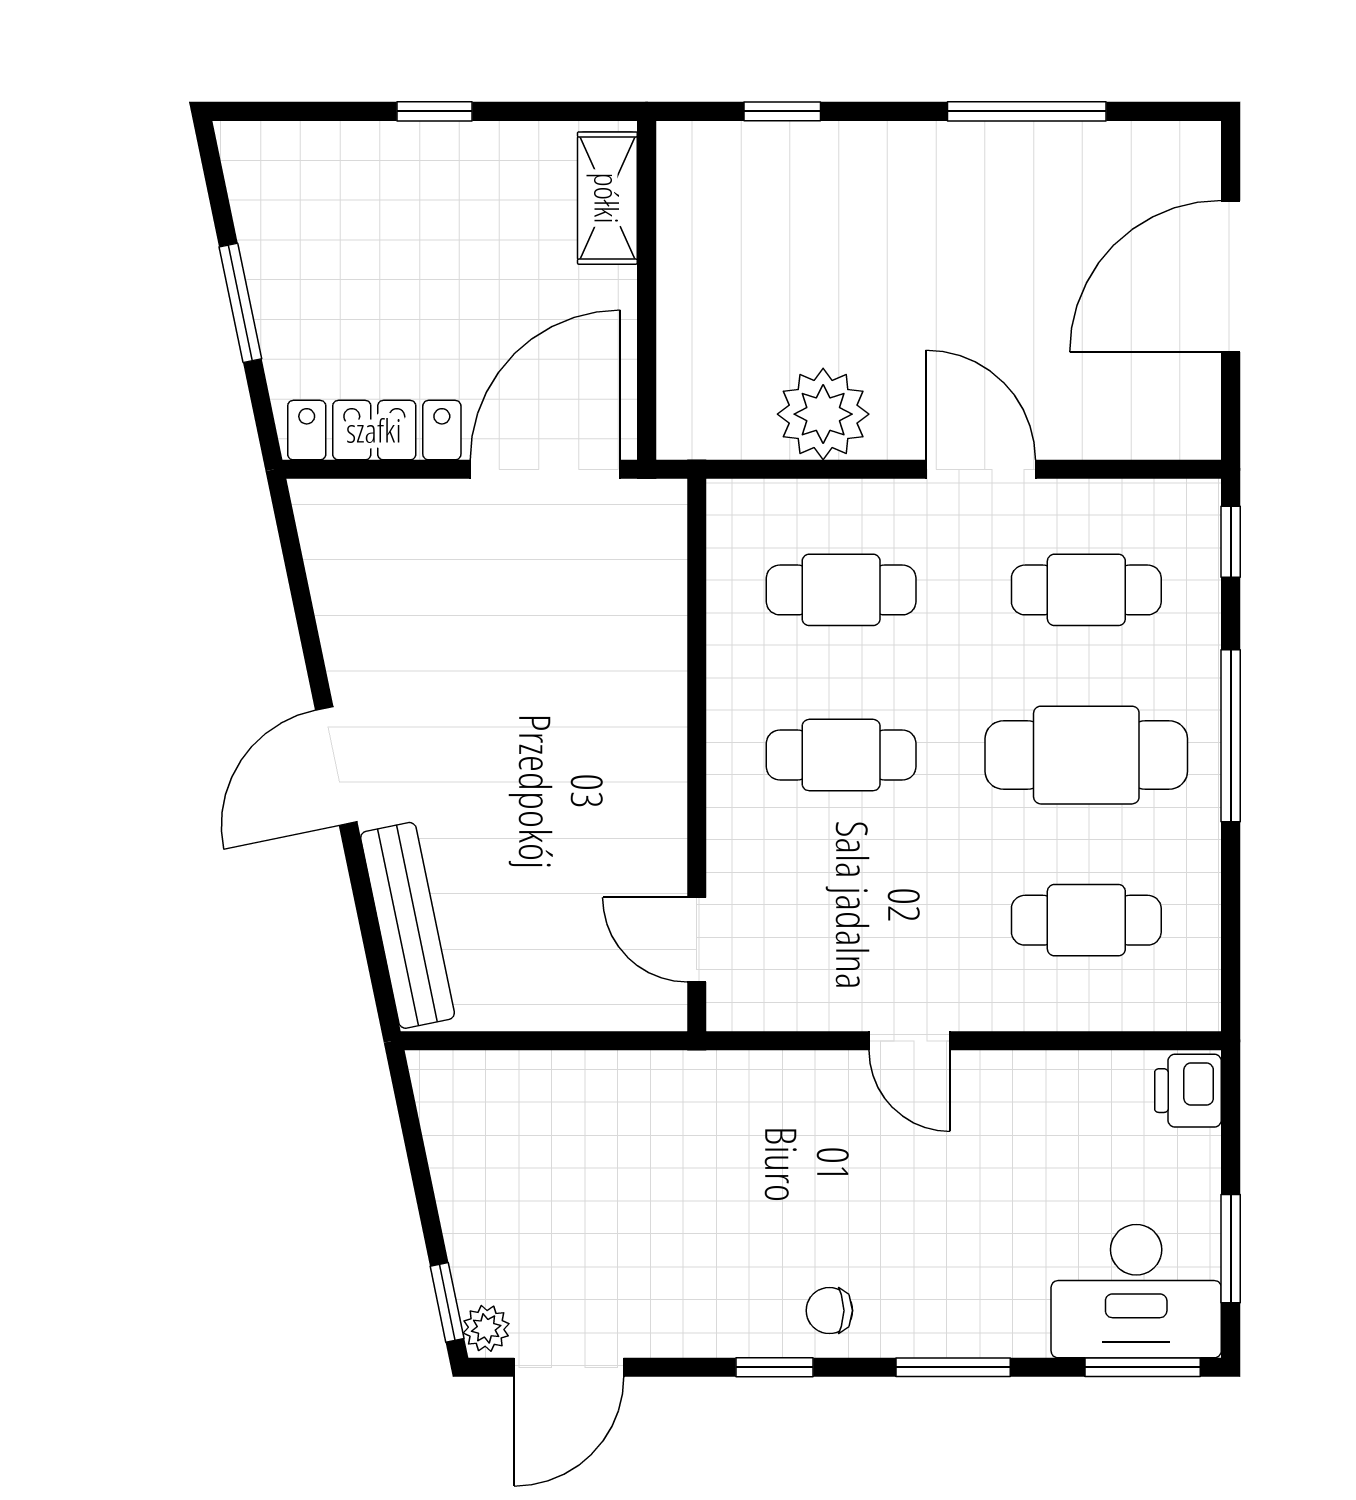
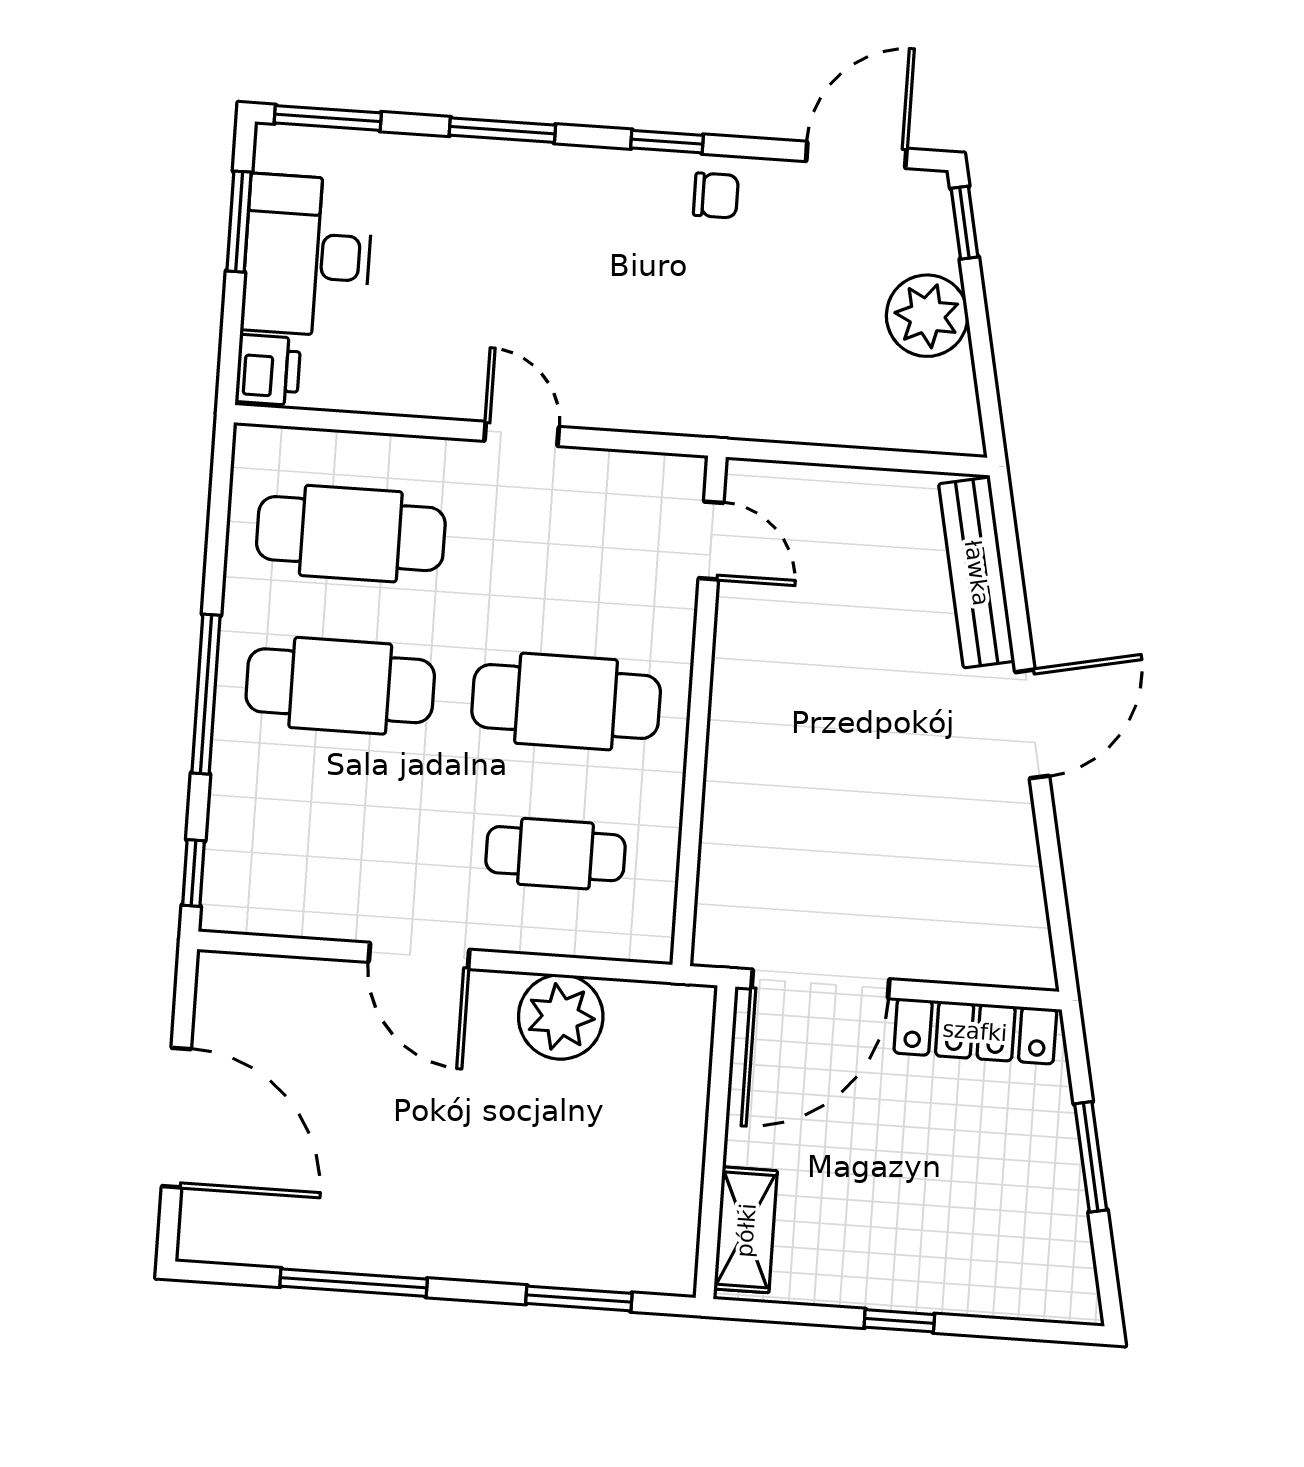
window: (782, 111) -> (579, 1298), width x1.50
door: (1231, 276) -> (176, 1118), hinge flipped
cafe table: (1086, 590) -> (330, 838), removed
cafe table: (841, 755) -> (566, 702), width x1.37, depth x1.35
cafe table: (1086, 920) -> (351, 534), width x1.37, depth x1.35
desk: (1136, 1291) -> (307, 256), moved, turned -90
chair: (829, 1311) -> (716, 195), moved
plant: (486, 1328) -> (927, 316), moved, width x1.88, depth x1.88

